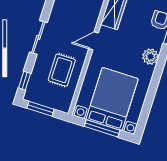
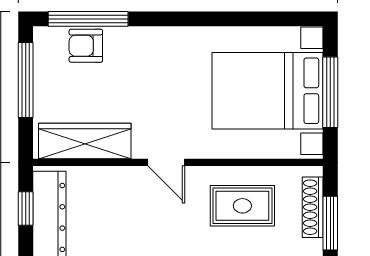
plant: (150, 57) -> (162, 43), removed
shoe rack: (51, 103) -> (313, 207), added

